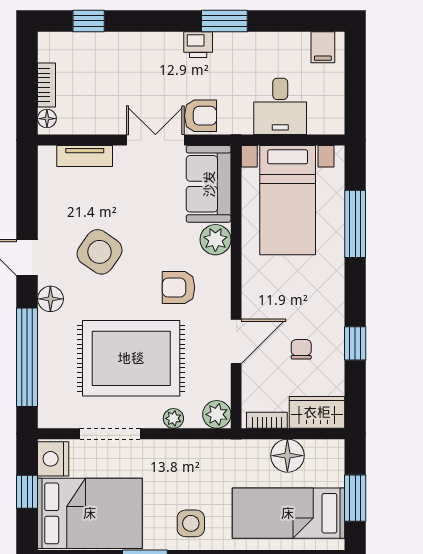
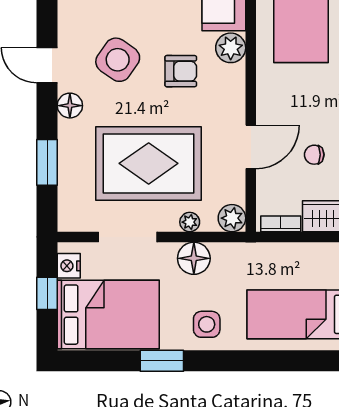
armchair: (179, 288) -> (181, 71), moved, turned 180
chair: (301, 349) -> (314, 155), turned -90
window: (27, 357) -> (47, 162), width x0.47
floor lamp: (287, 456) -> (194, 258), moved
nightstand: (53, 459) -> (69, 266), width x0.74, depth x0.75

